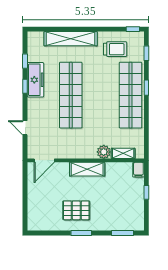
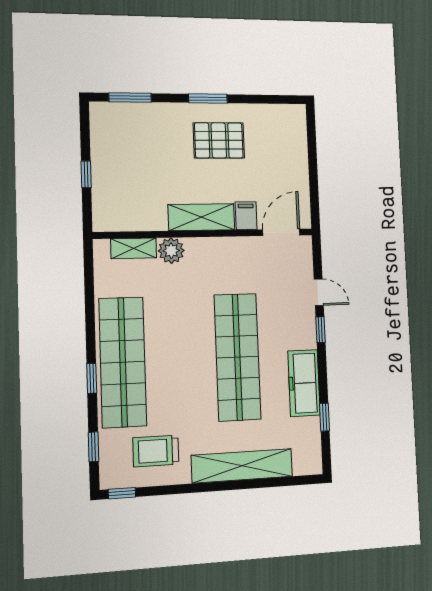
window: (25, 86) -> (320, 330), moved
filing cabinet: (138, 170) -> (246, 216), moved

